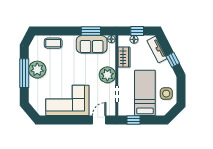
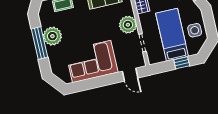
door: (99, 120) -> (130, 75), swing flipped
window: (133, 120) -> (182, 63), moved

